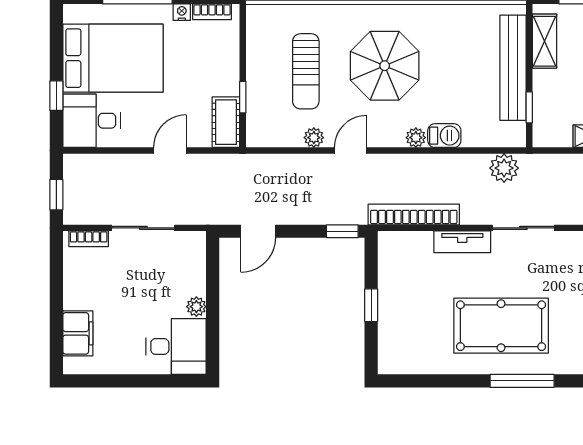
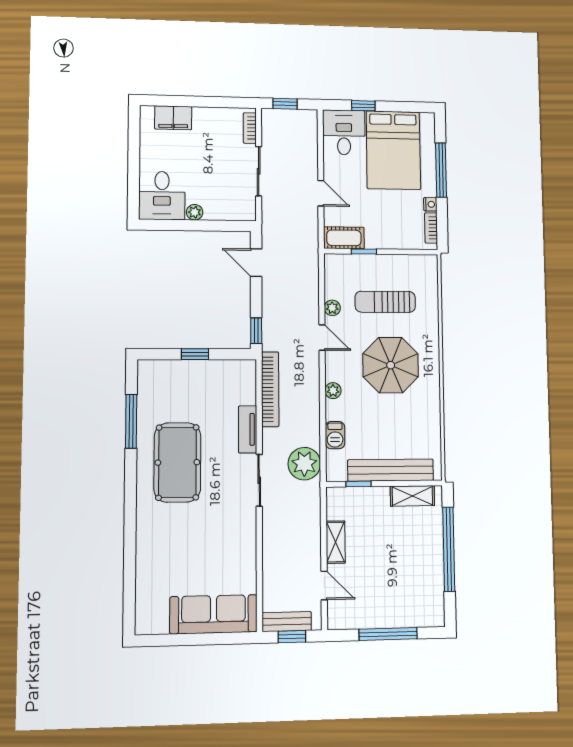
barbecue: (444, 136) -> (335, 435), moved
plant: (504, 168) -> (304, 464), width x1.36, depth x1.36
window: (522, 381) -> (131, 421), moved

